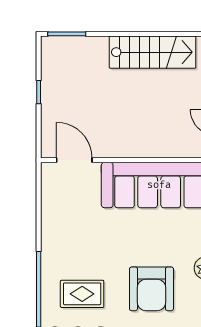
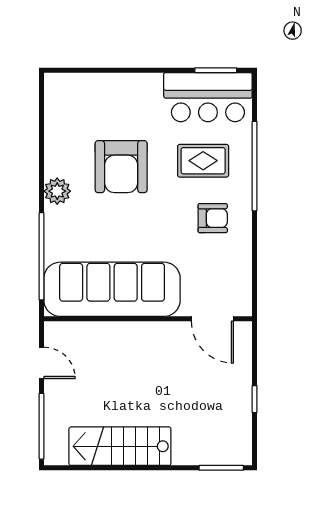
armchair: (74, 245) -> (213, 218), added
armchair: (151, 289) -> (121, 167), turned 180

